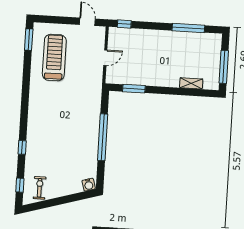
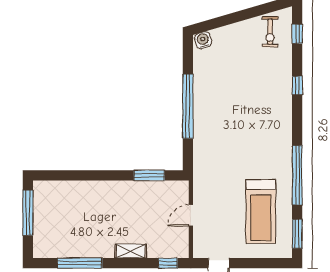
window: (26, 82) -> (297, 175), added
shelving: (191, 83) -> (131, 251), moved

